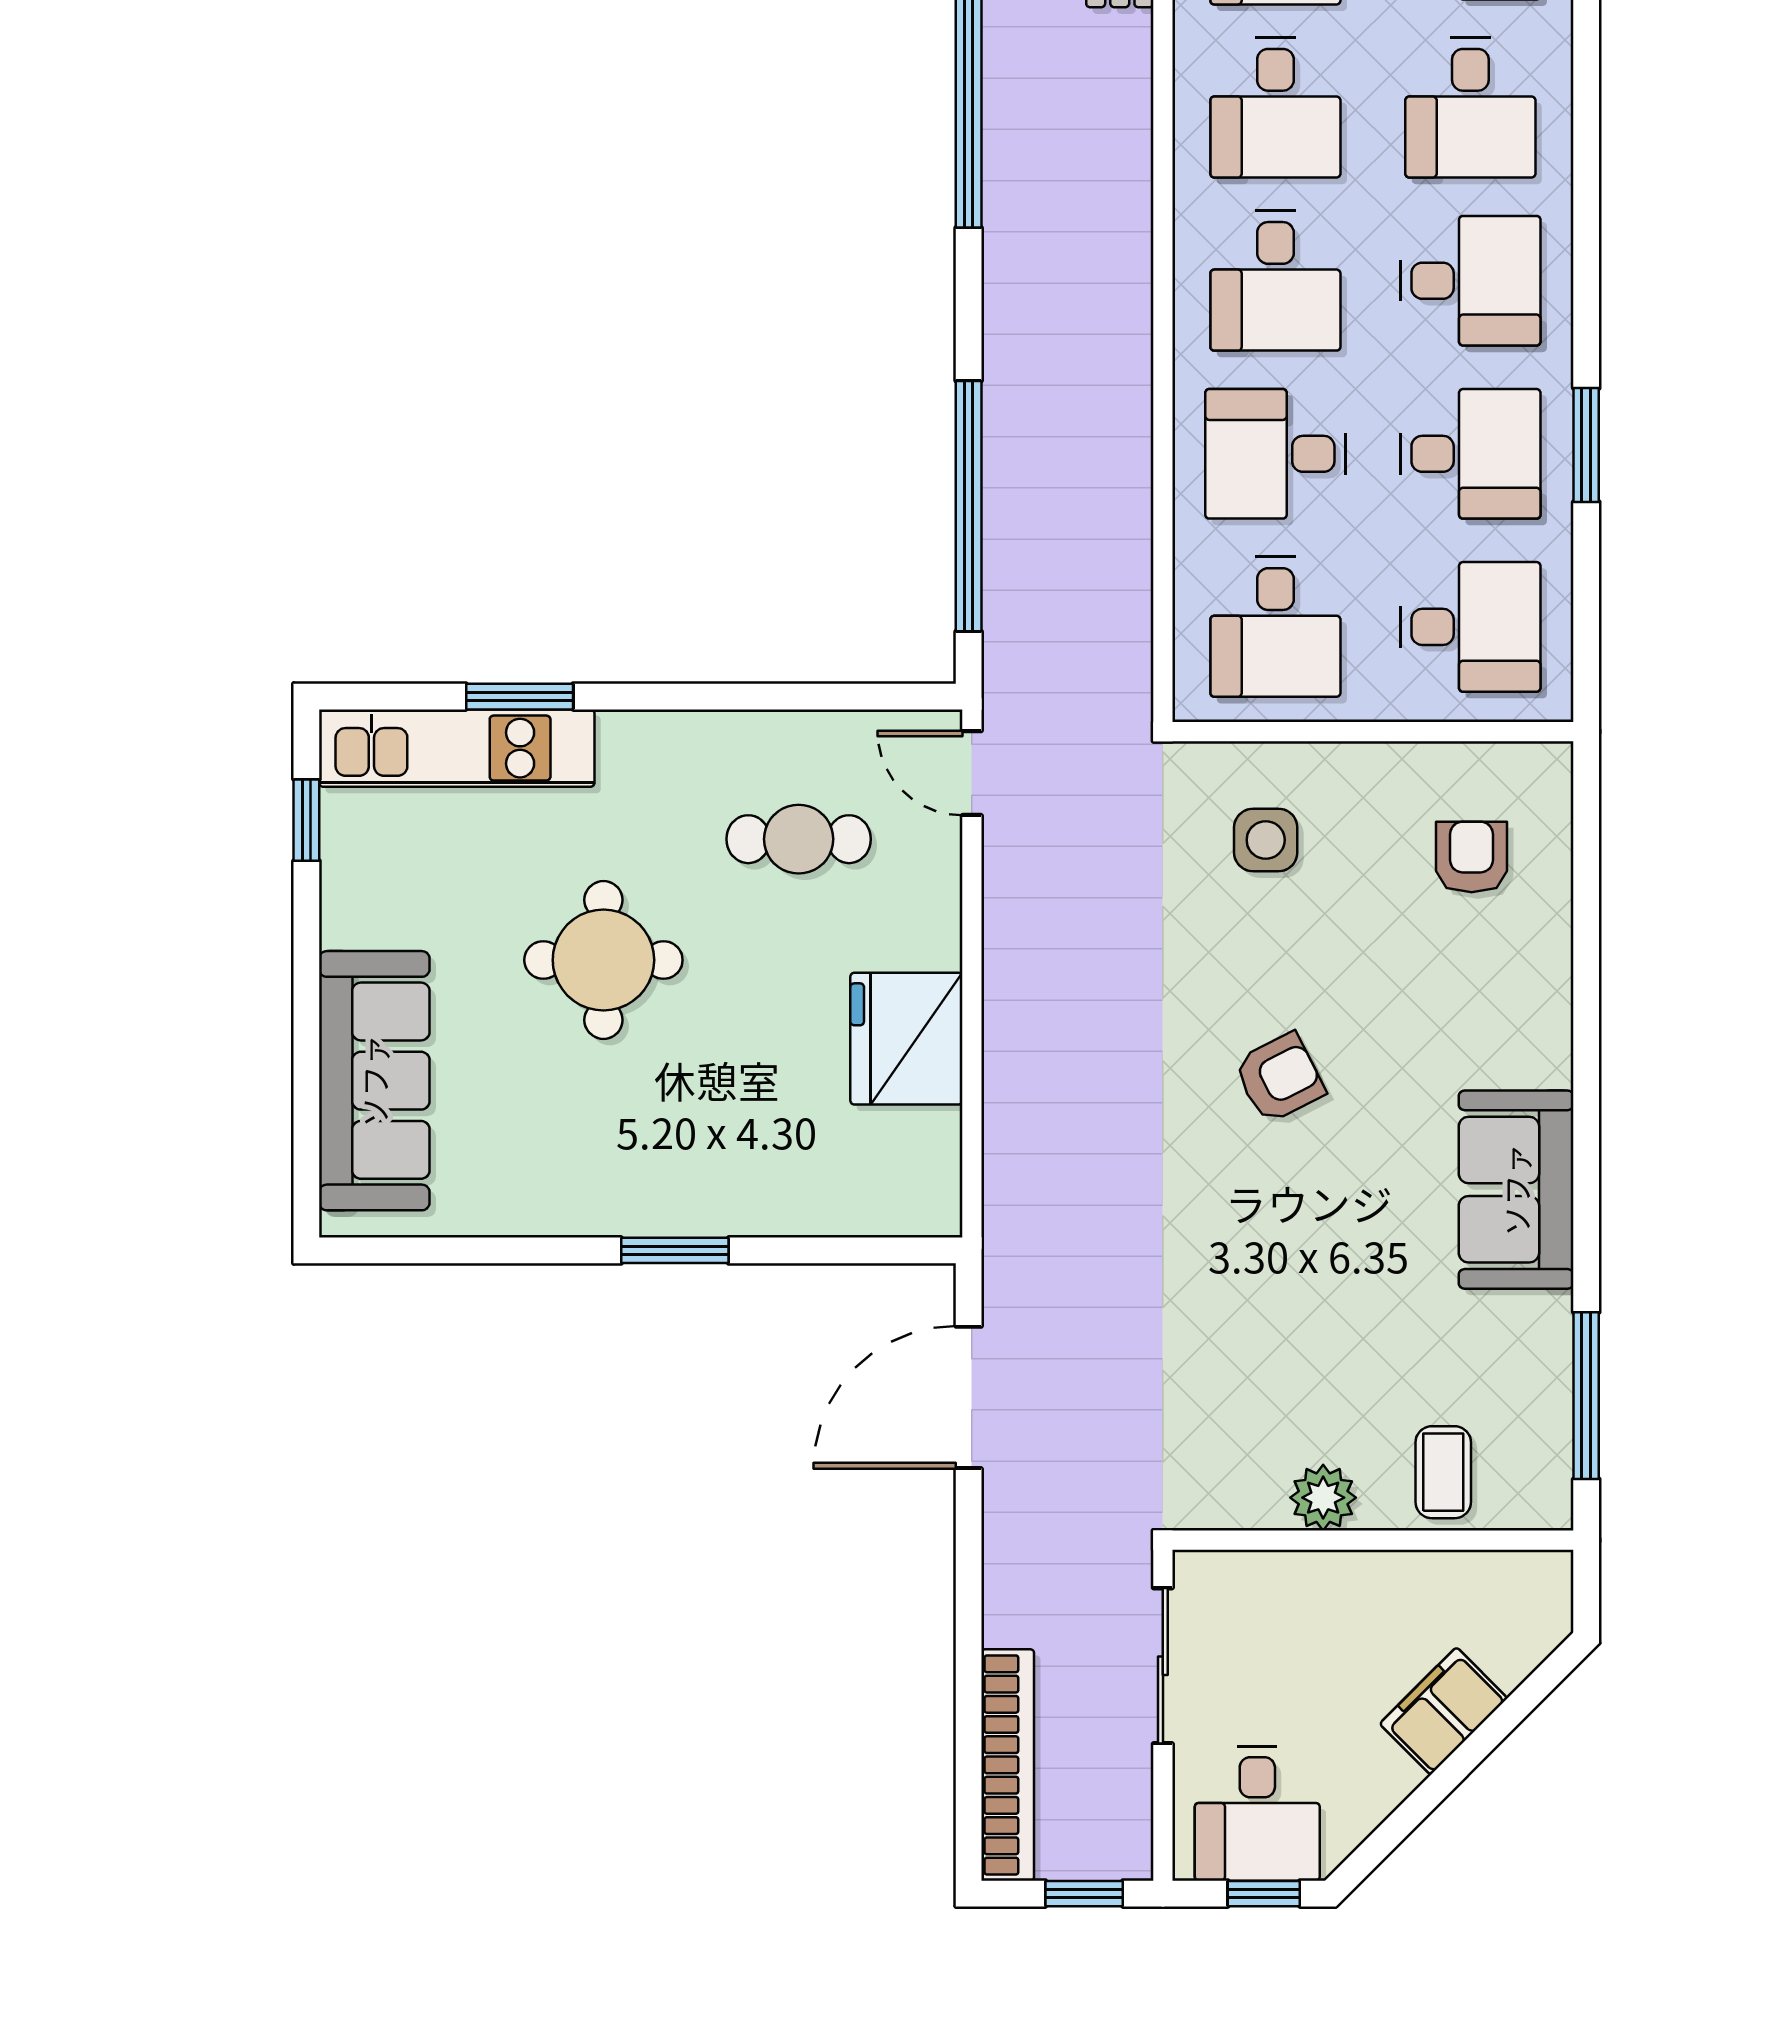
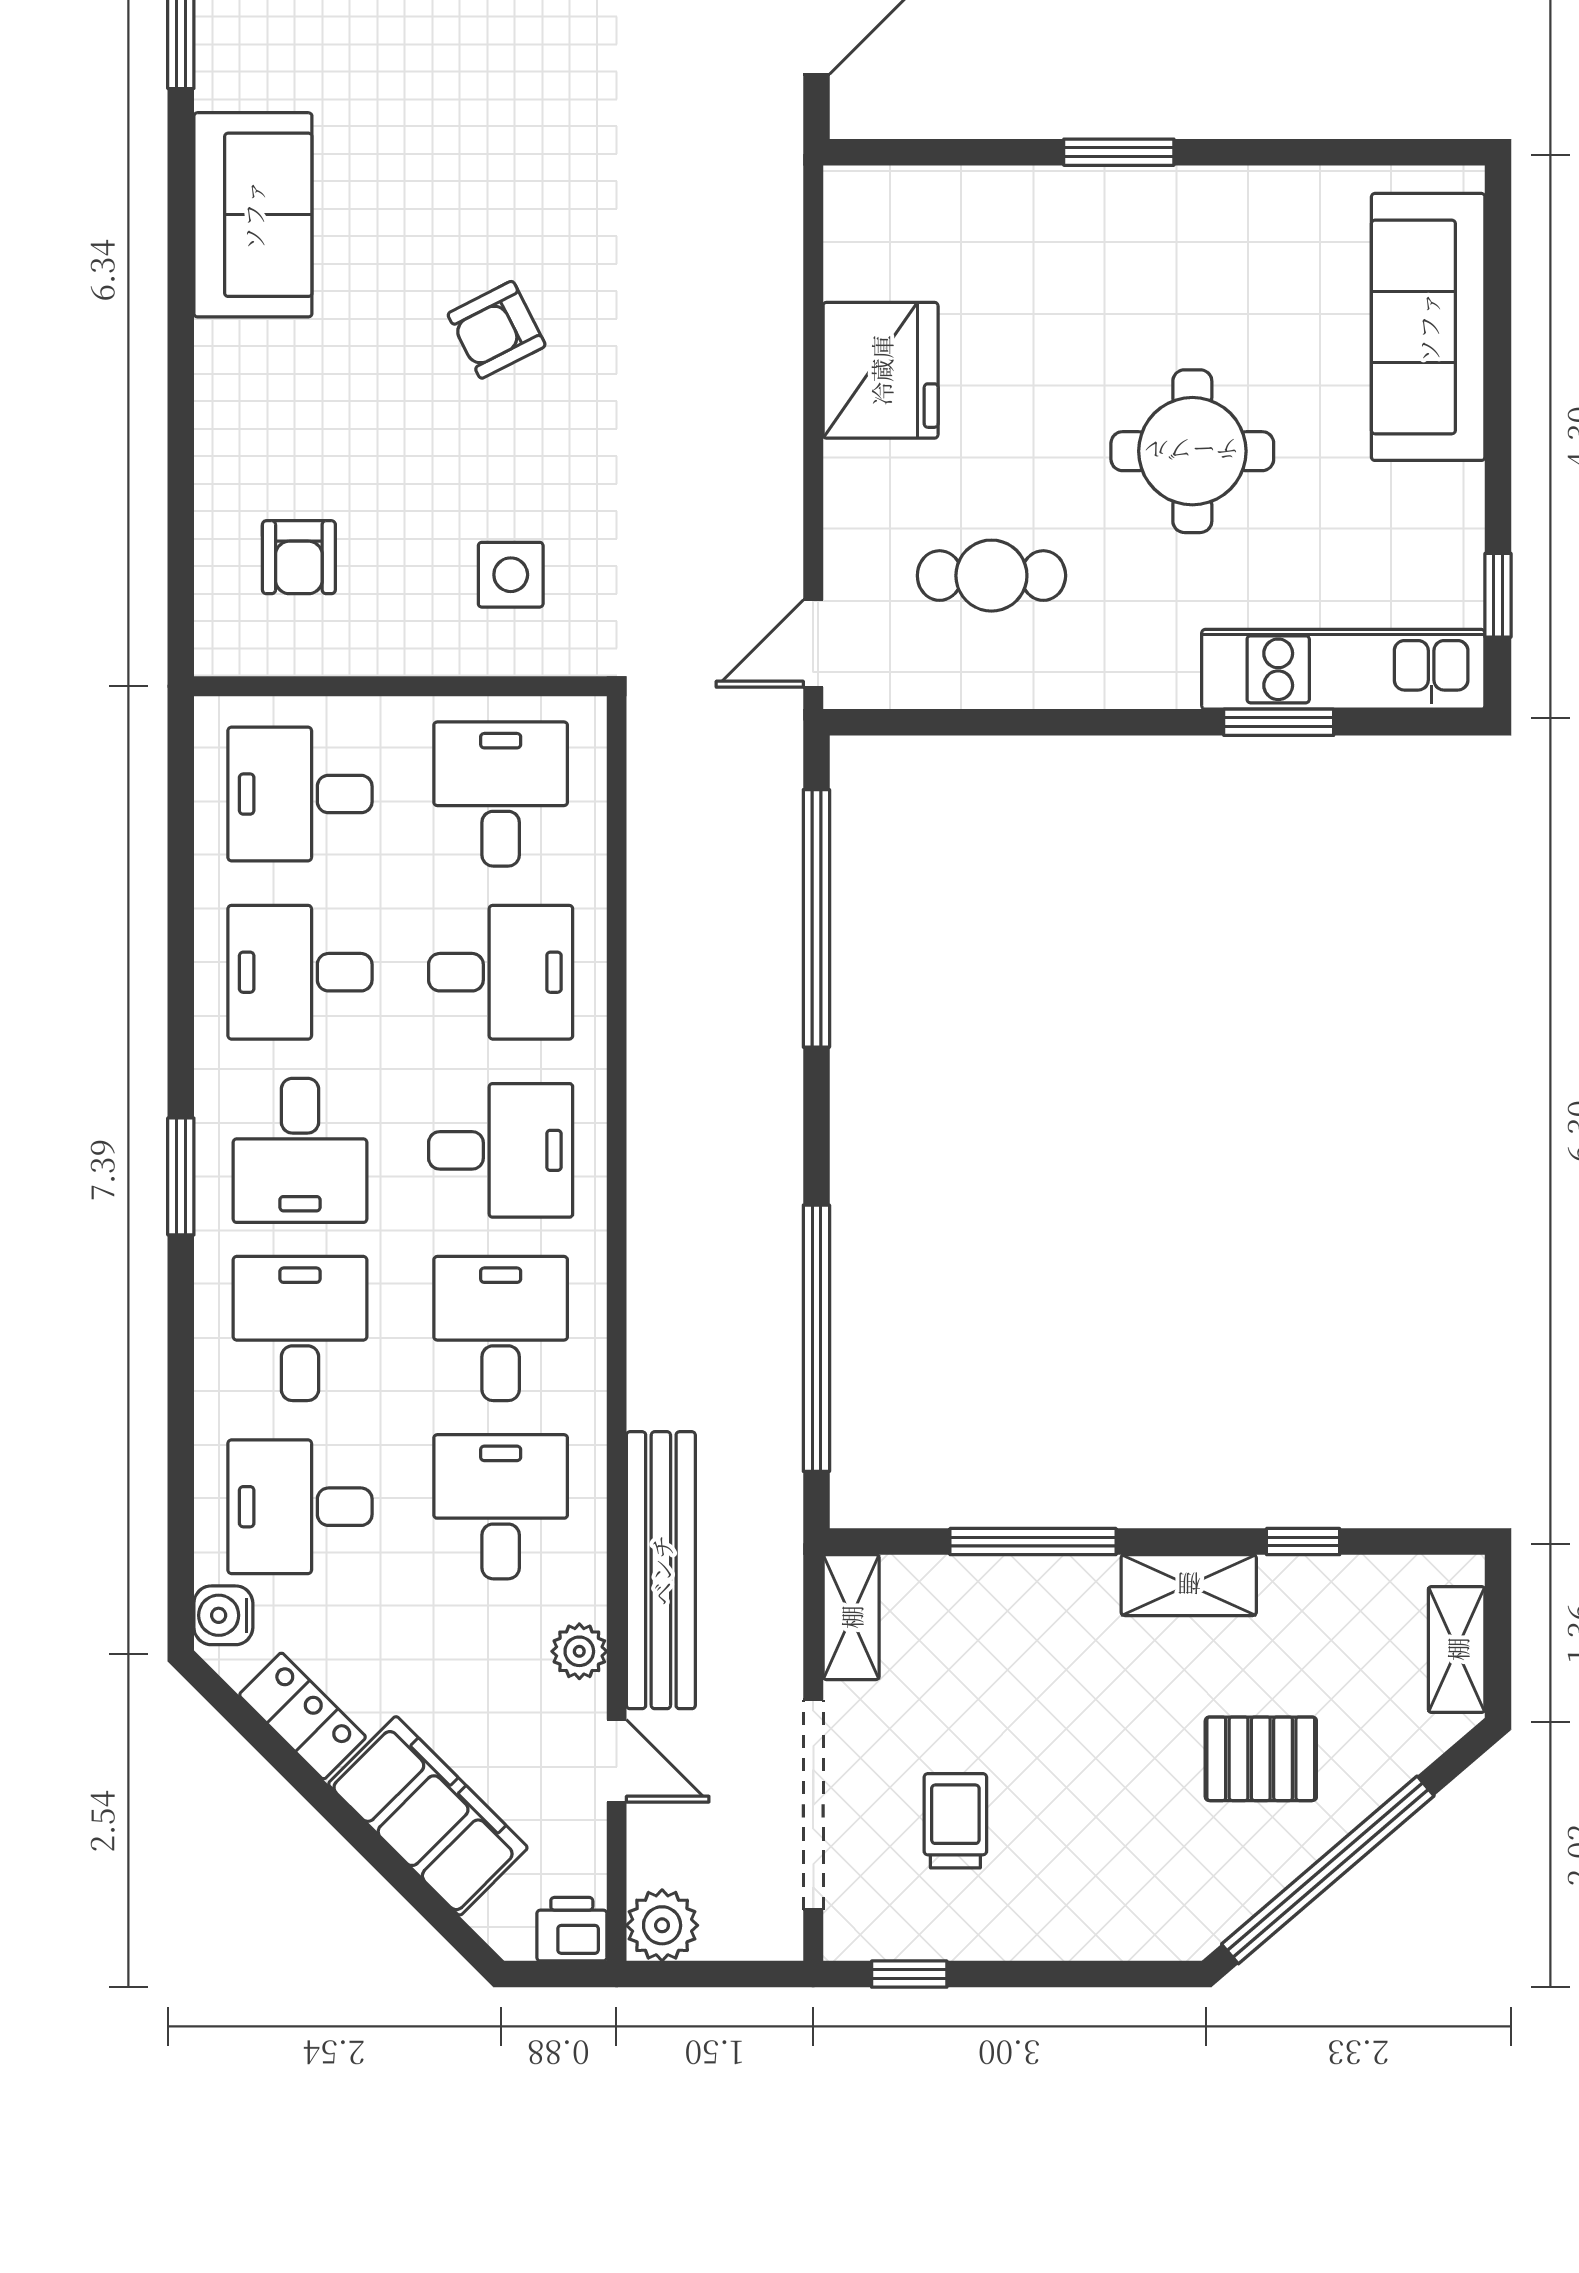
desk: (1275, 281) -> (501, 1150), turned 90
desk: (1470, 281) -> (300, 1150), turned -90
window: (1586, 445) -> (181, 1176), moved
door: (972, 773) -> (813, 644), swing flipped

